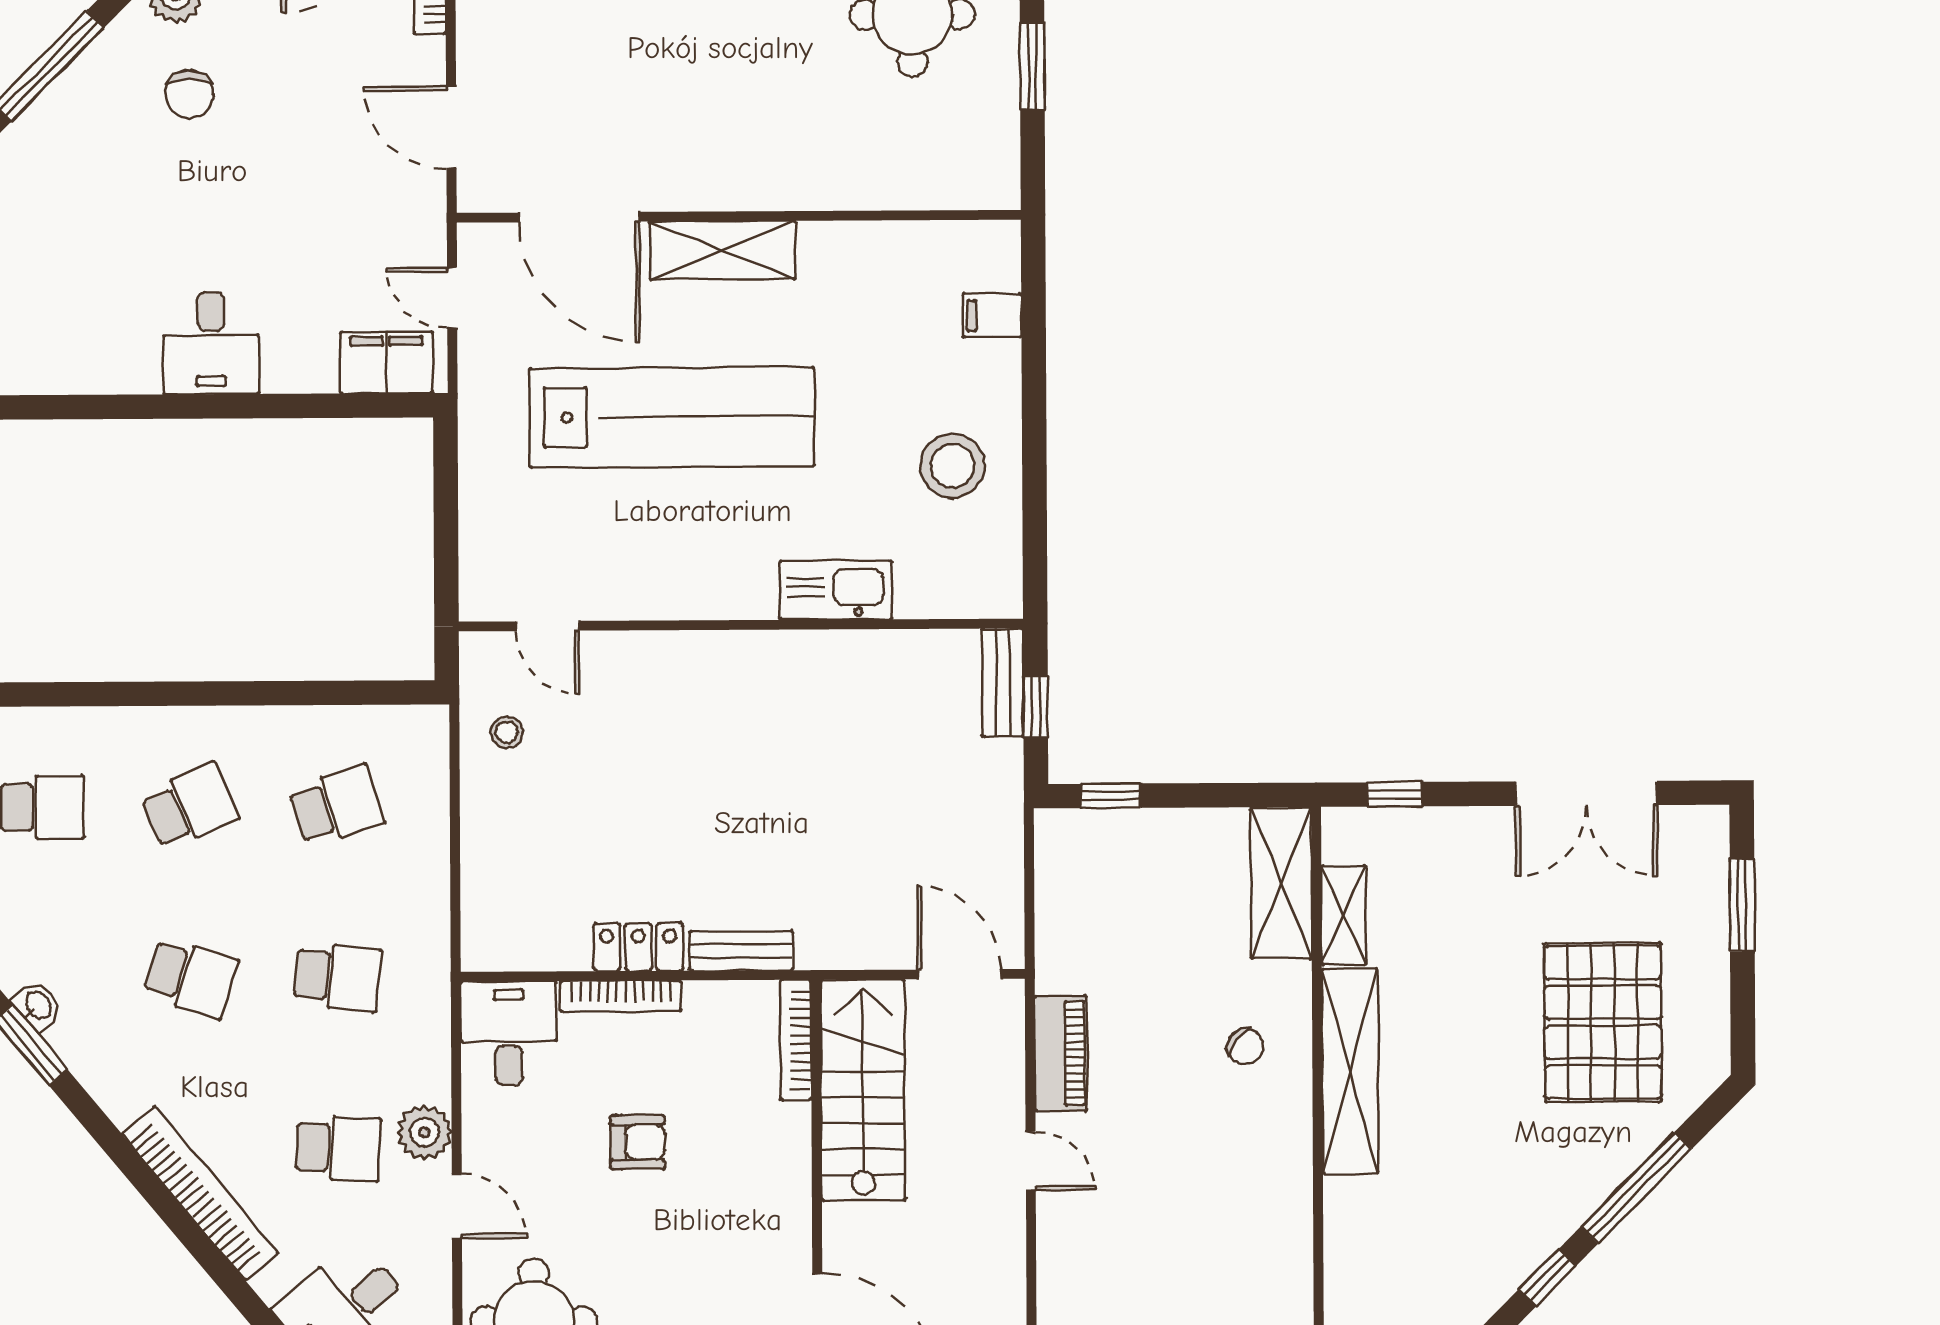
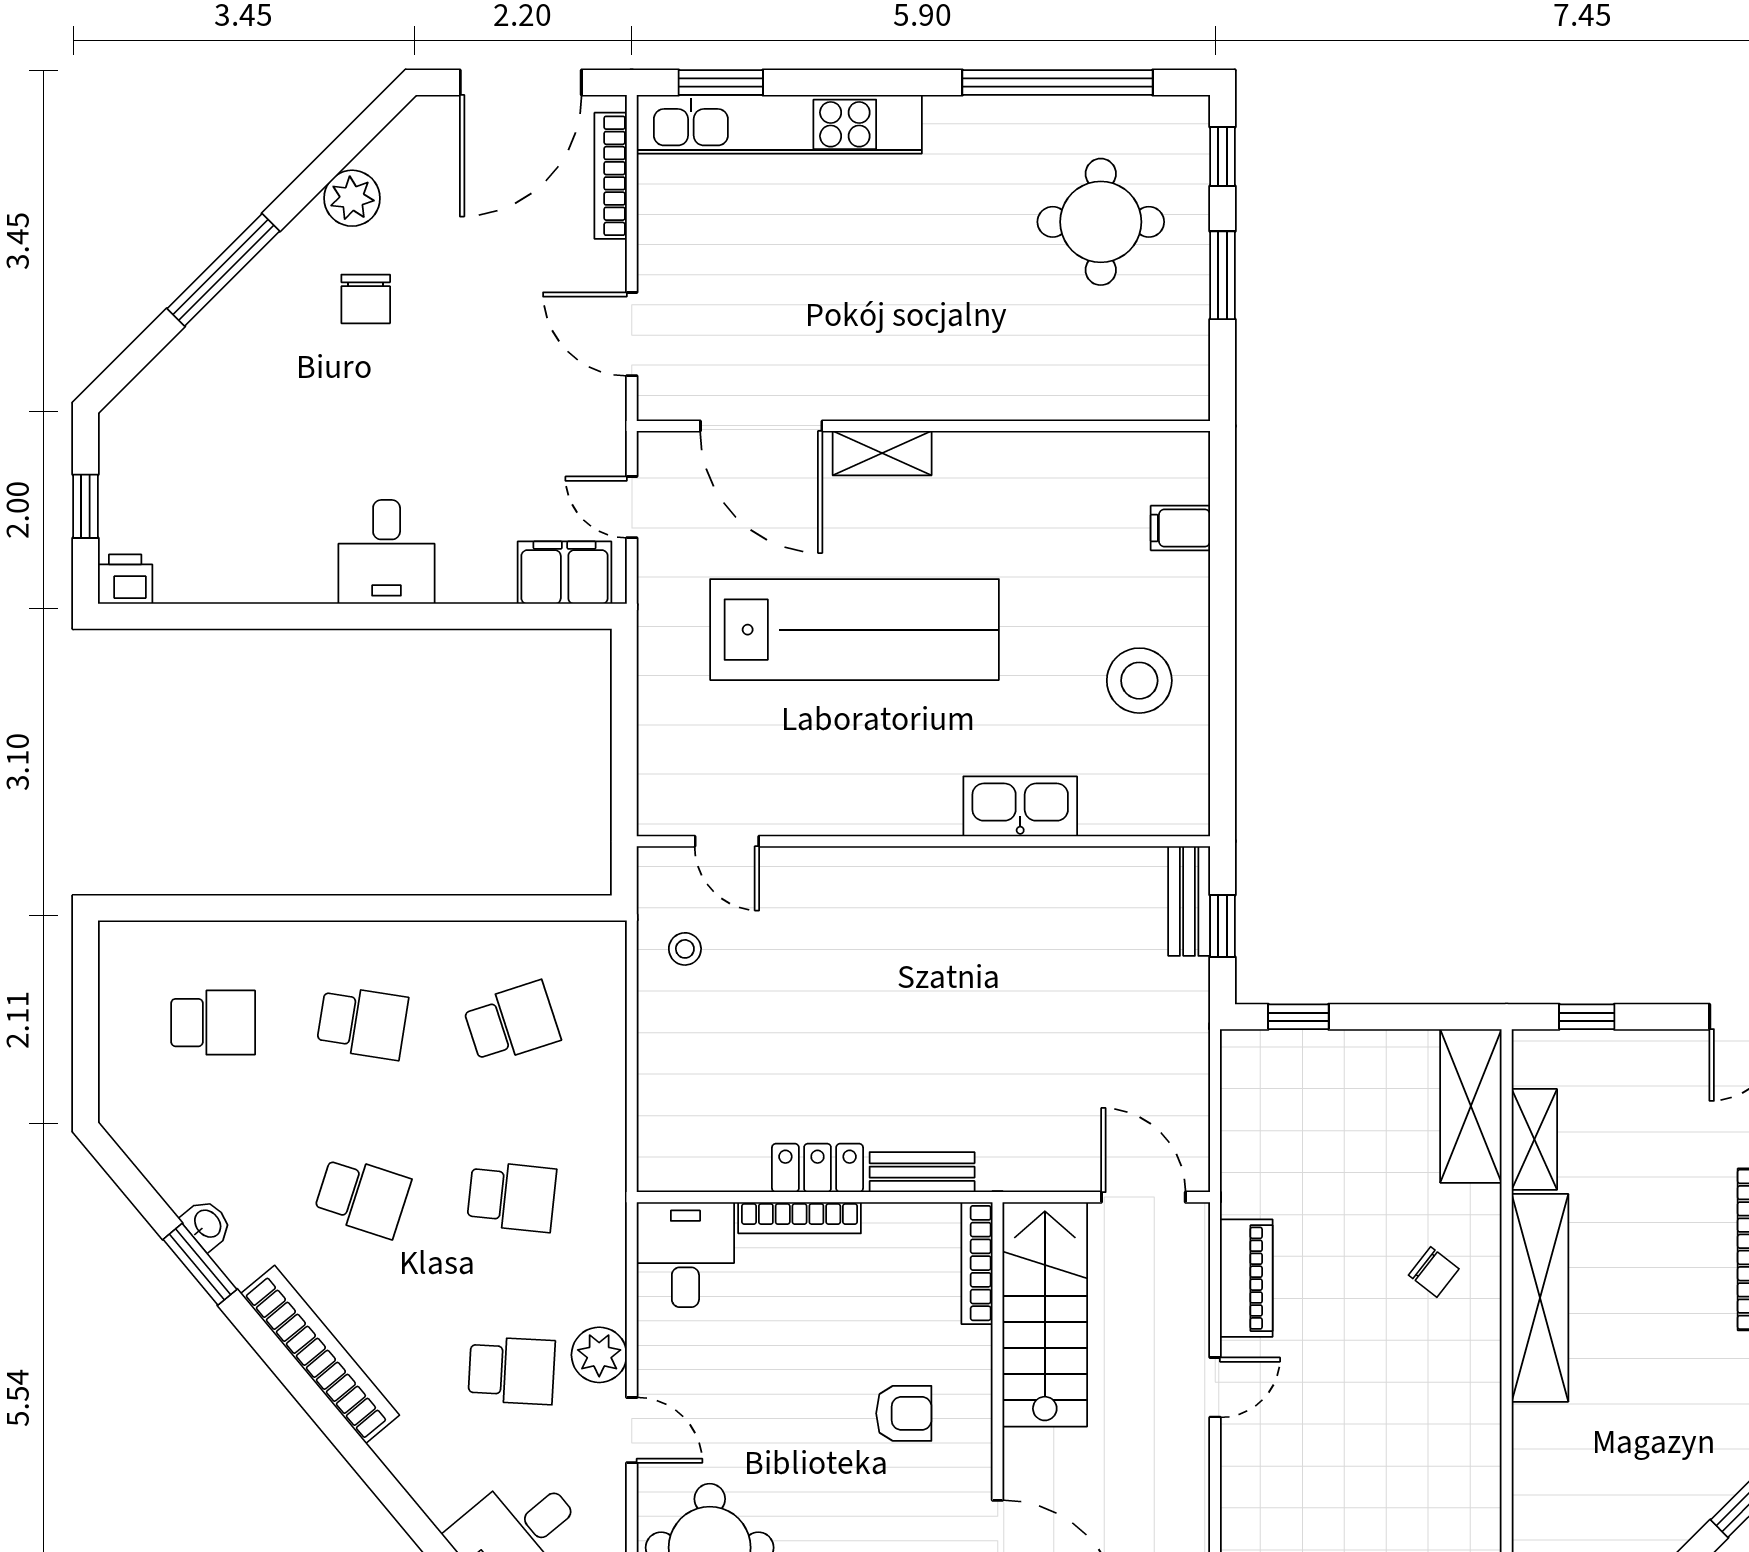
shelving: (723, 250) -> (882, 453), width x0.67, depth x0.75
school desk: (190, 806) -> (362, 1023), turned 33
armchair: (638, 1142) -> (904, 1413), moved
door: (1031, 1161) -> (1215, 1387), hinge flipped
bookcase: (200, 1193) -> (320, 1354), moved

